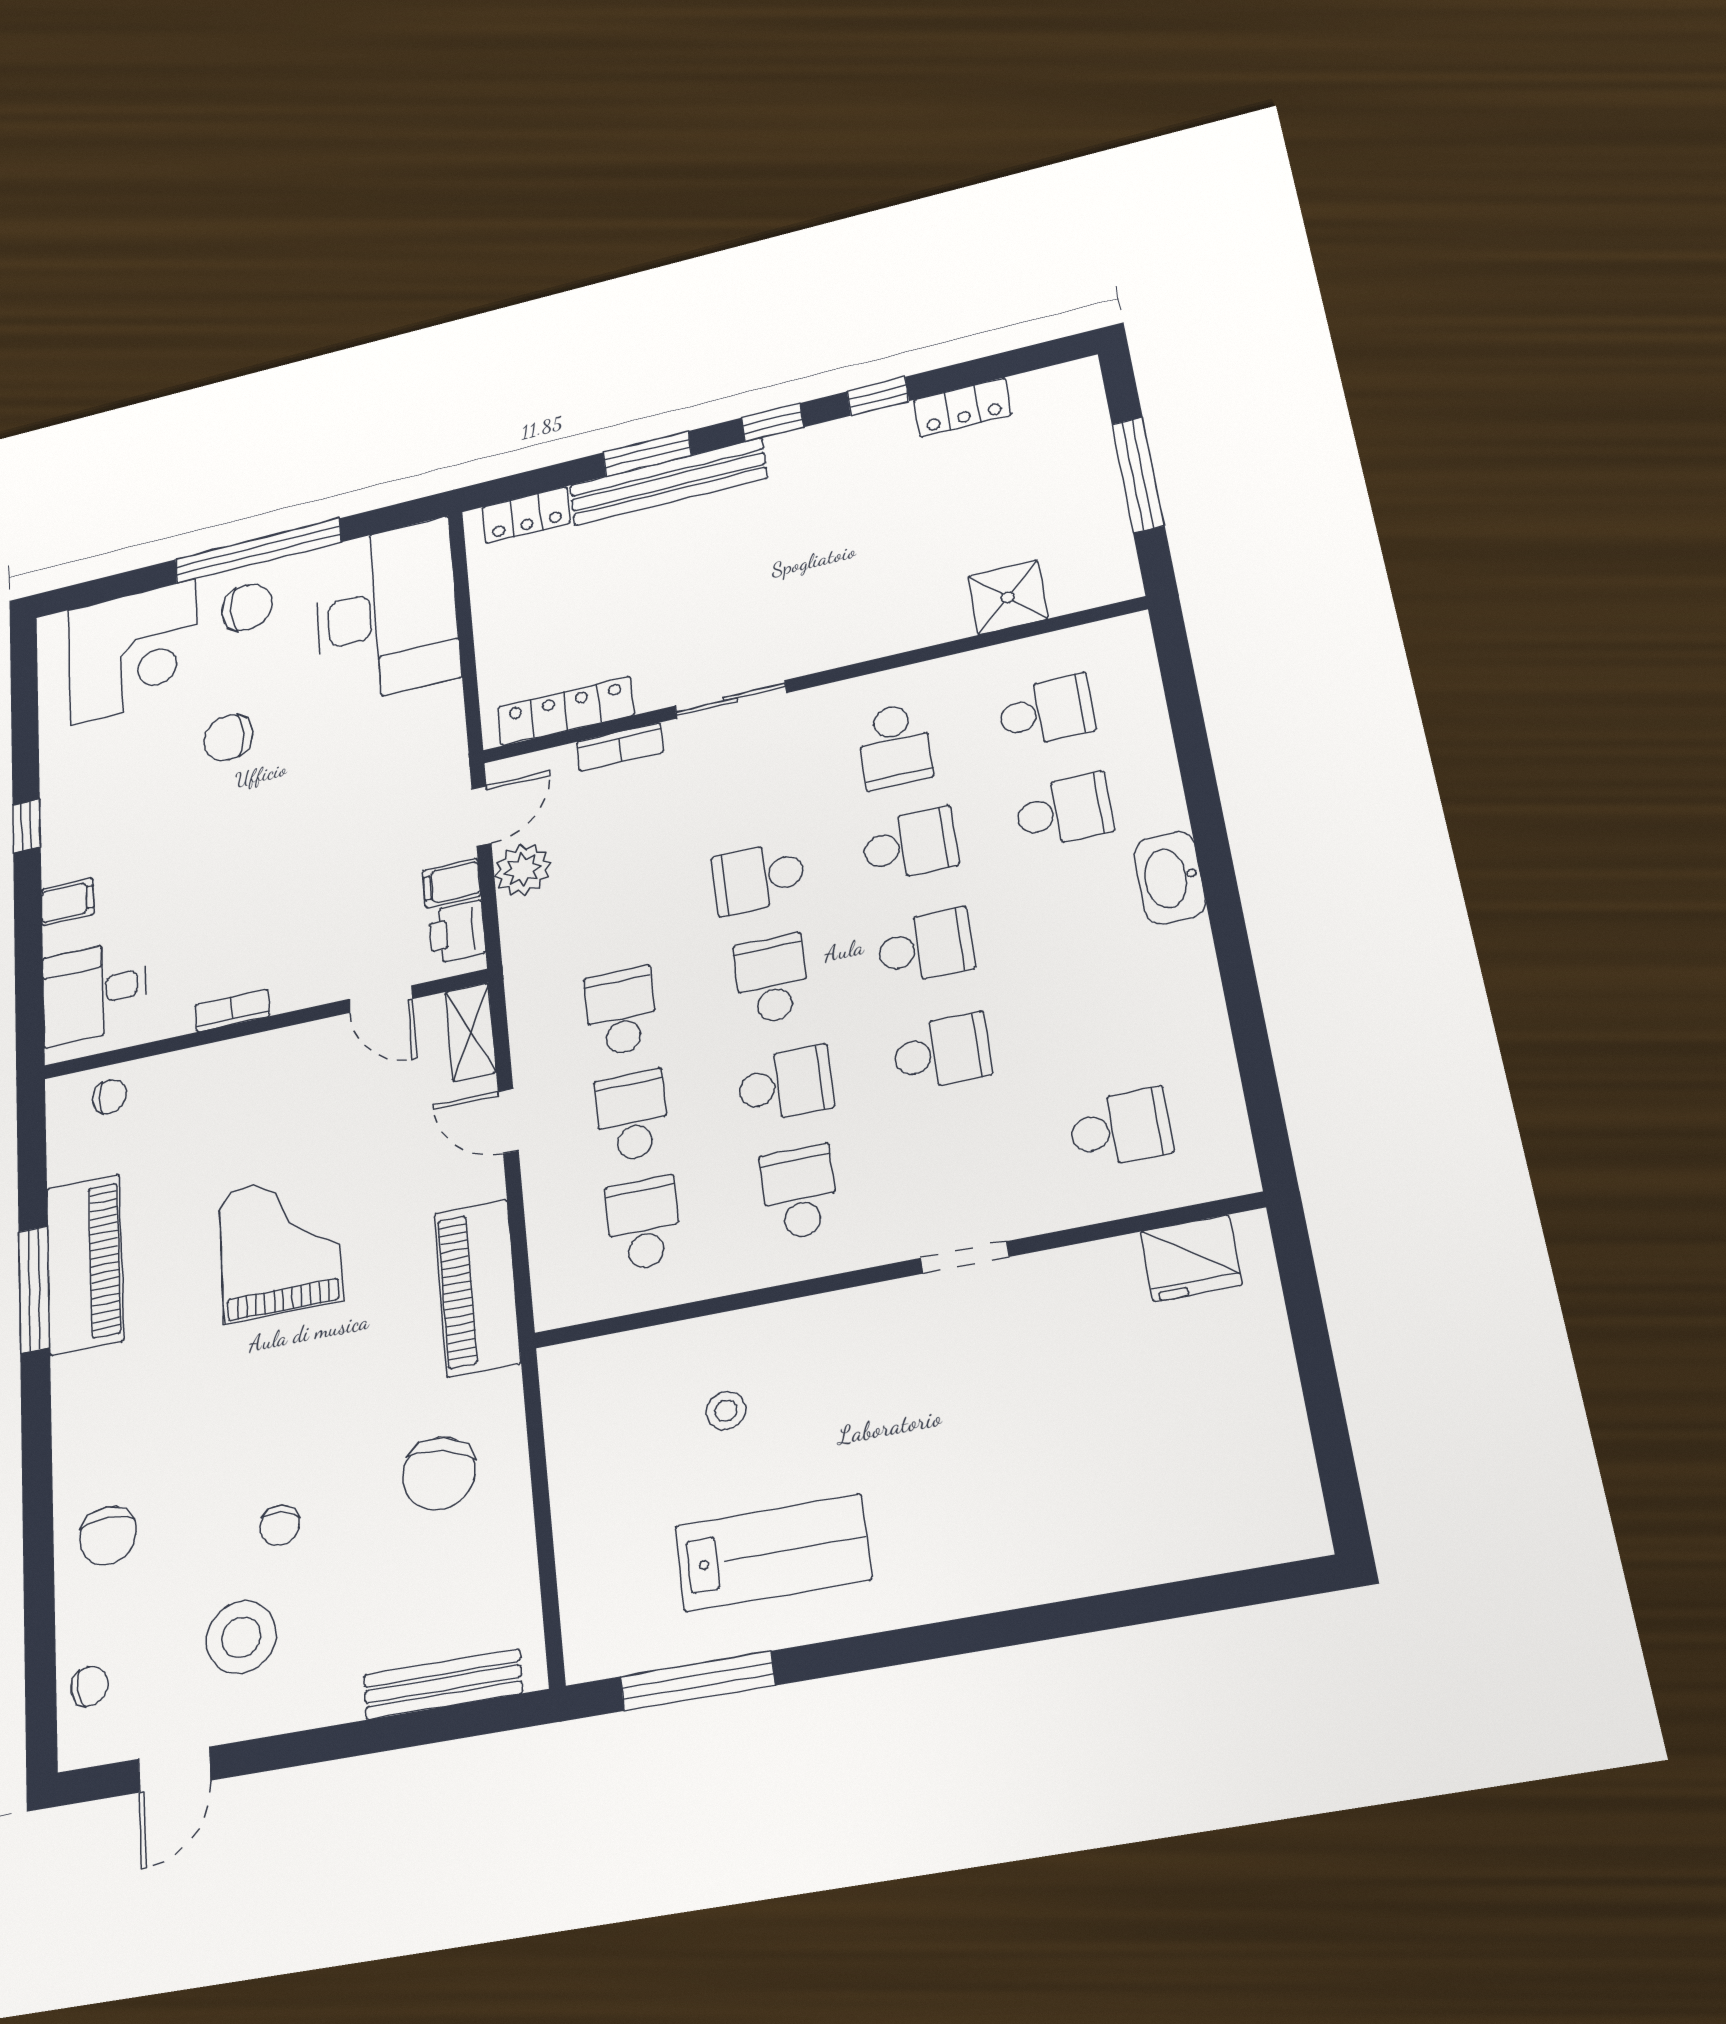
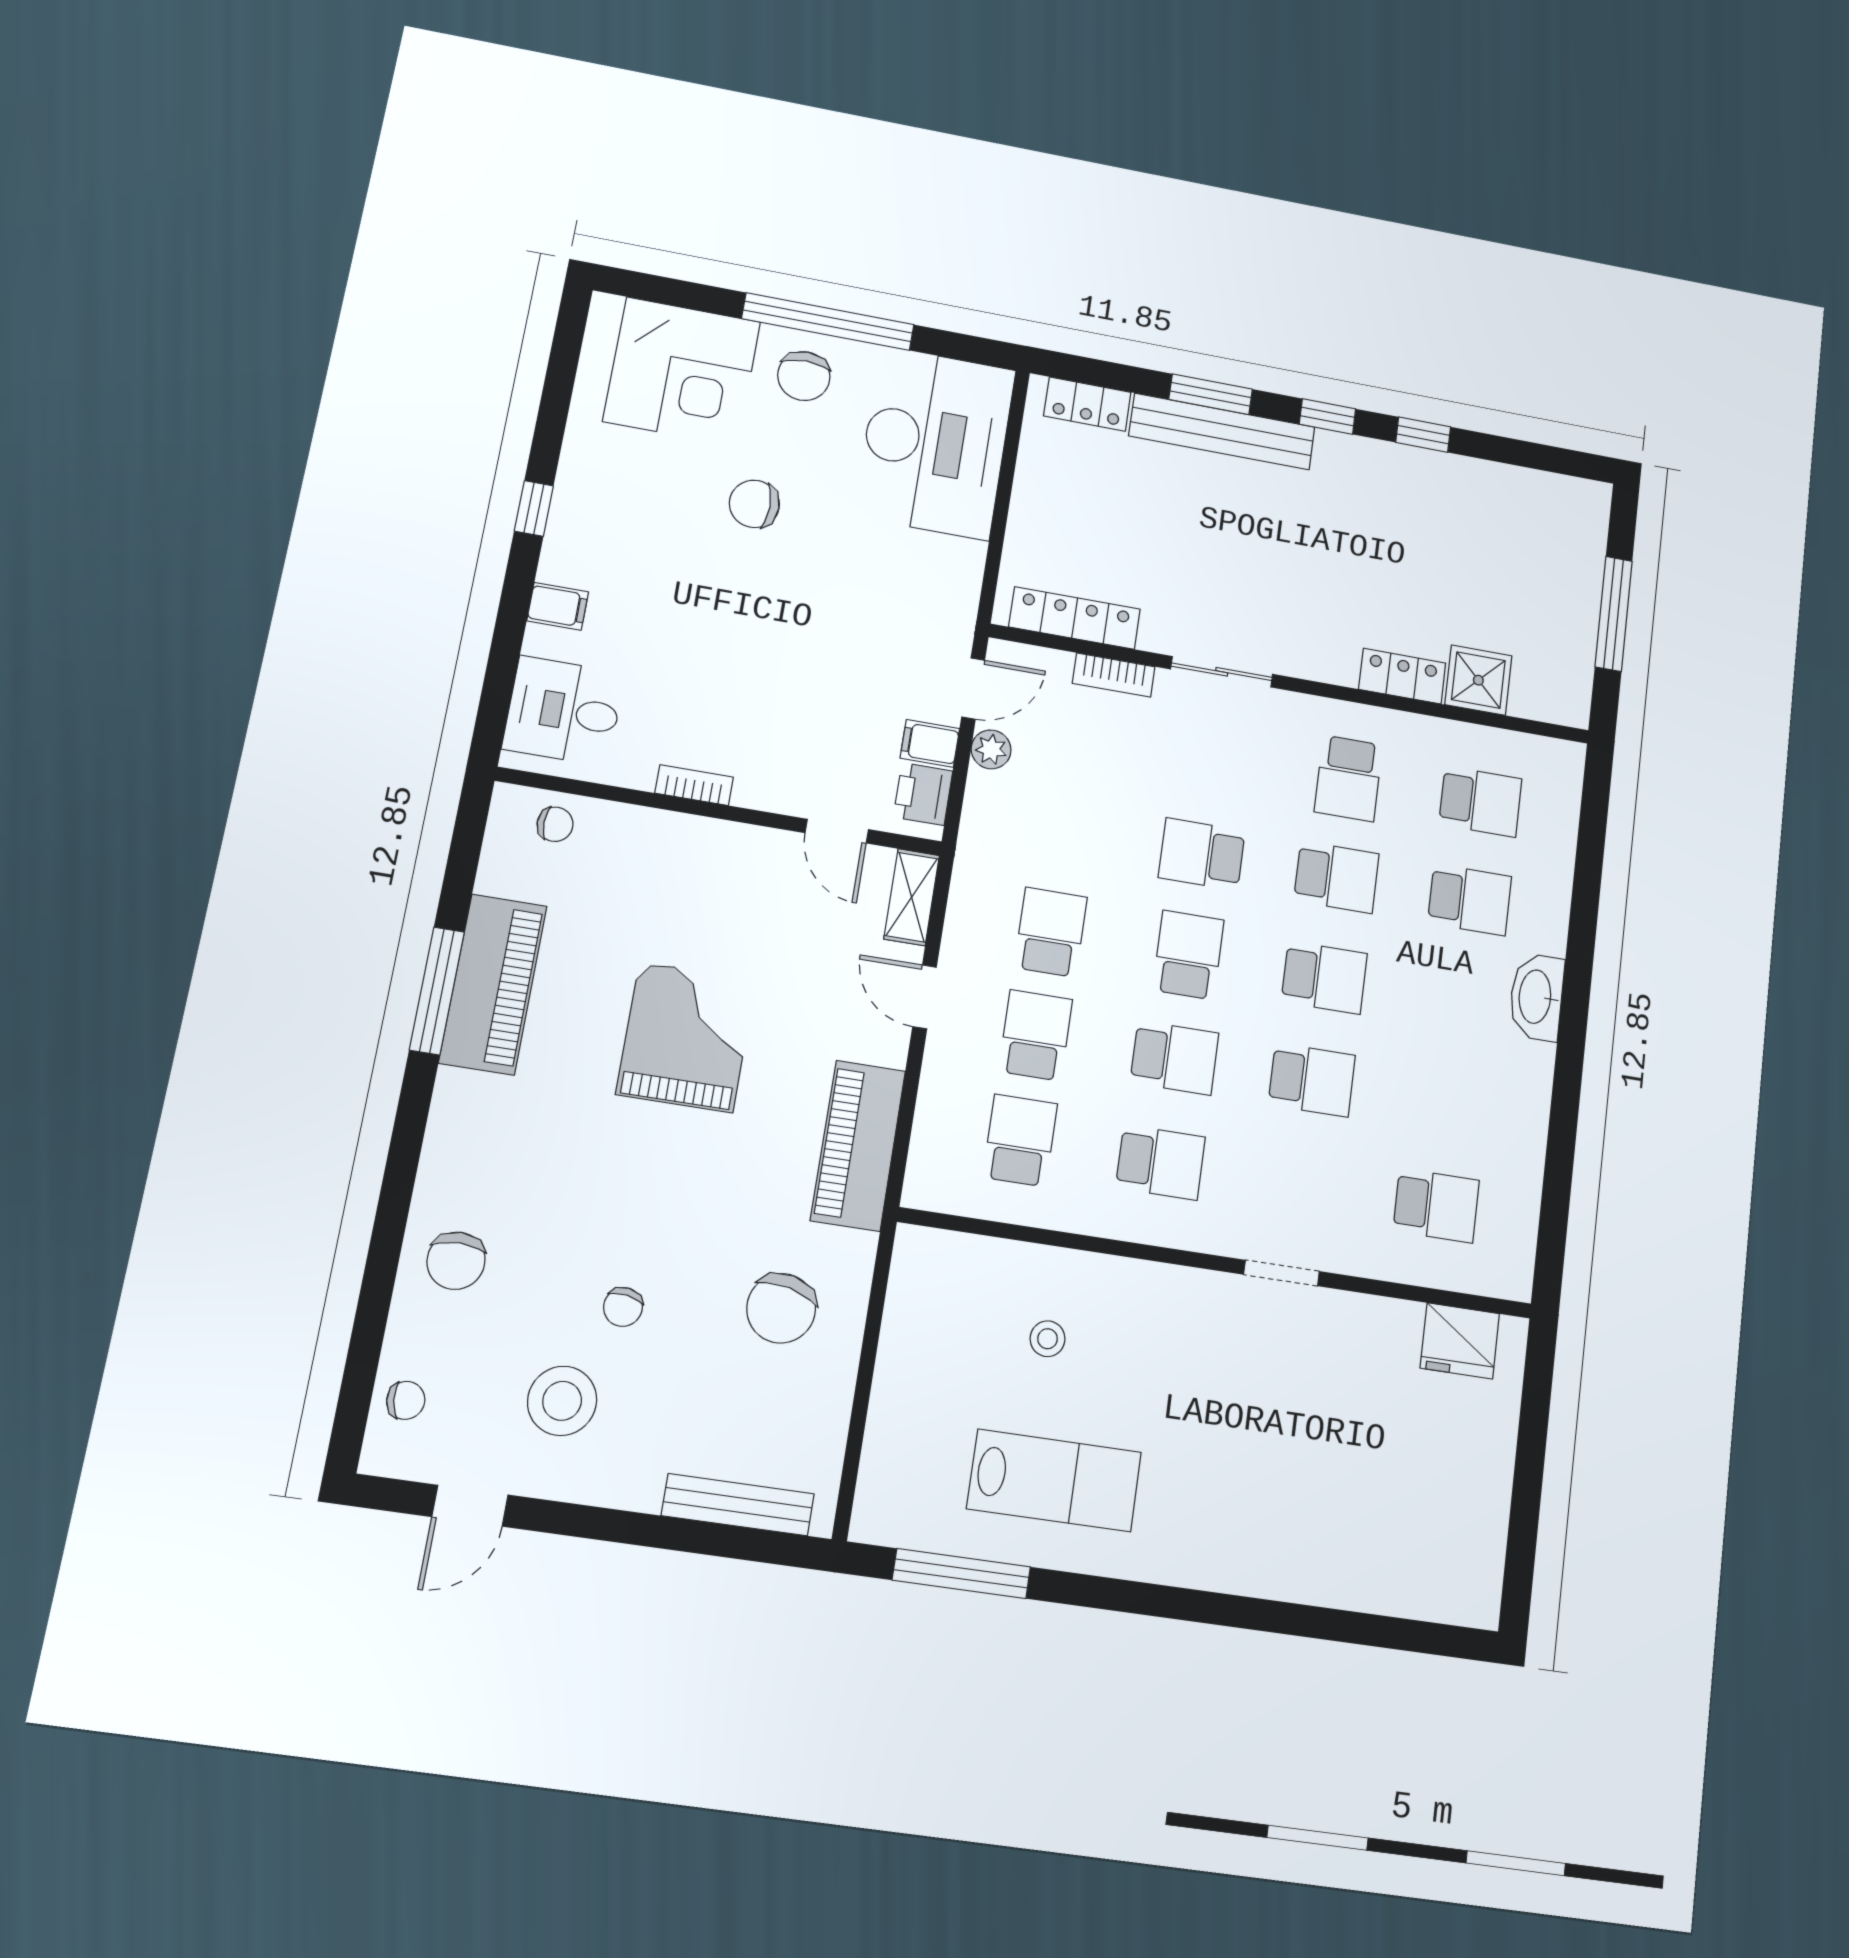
locker: (962, 408) -> (1402, 676), moved, turned 180
chair: (247, 607) -> (804, 376), turned 90
plant: (523, 870) -> (991, 749), width x0.73, depth x0.73
school desk: (799, 1192) -> (1160, 1162), turned 90

